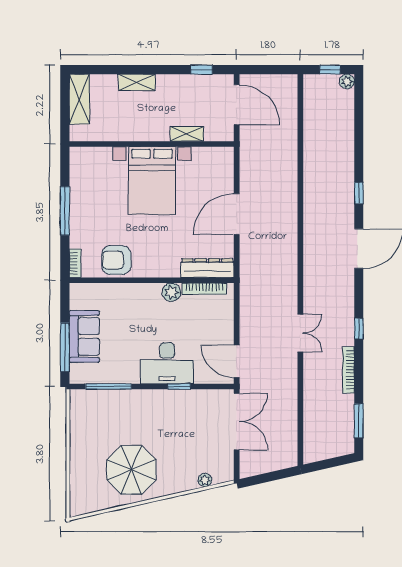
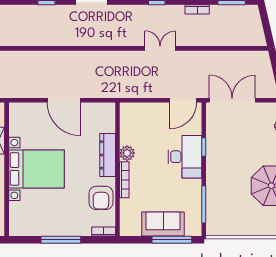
dresser: (207, 268) -> (108, 155), moved
bookcase: (204, 289) -> (124, 180), moved
bookcase: (348, 370) -> (197, 9), width x0.64

